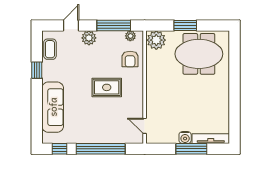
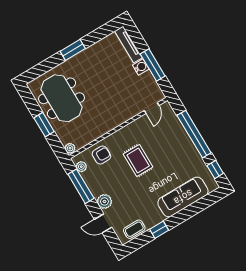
plant: (156, 40) -> (70, 148), width x0.53, depth x0.53
window: (234, 88) -> (73, 50), added
window: (191, 149) -> (153, 65), moved

